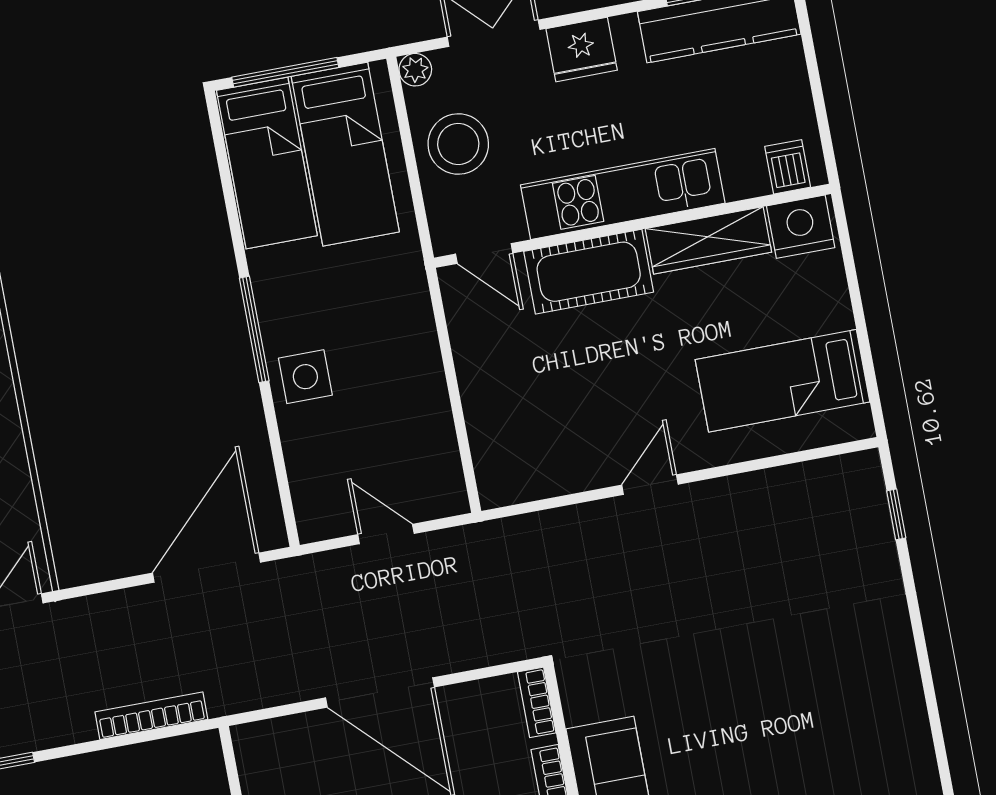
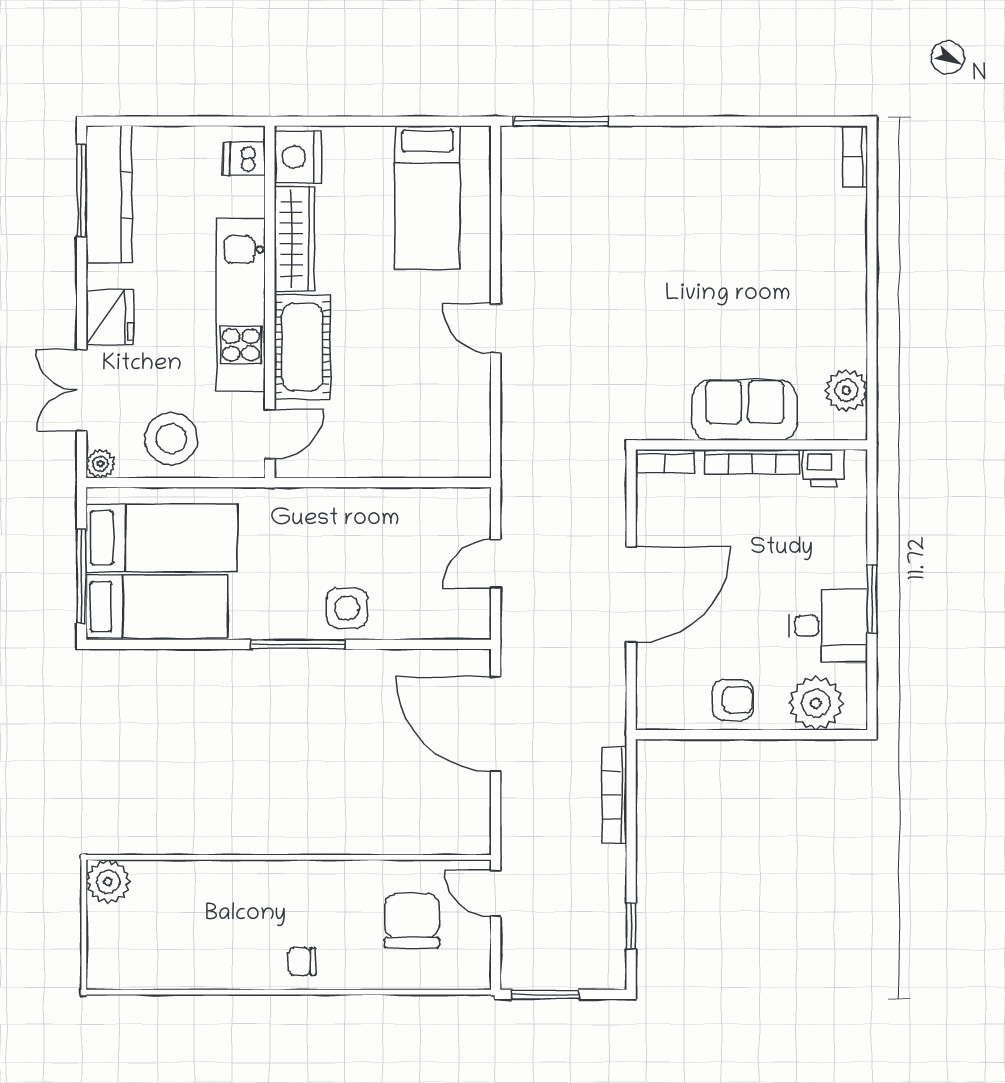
window: (896, 514) -> (561, 121), width x2.17

